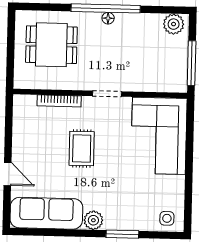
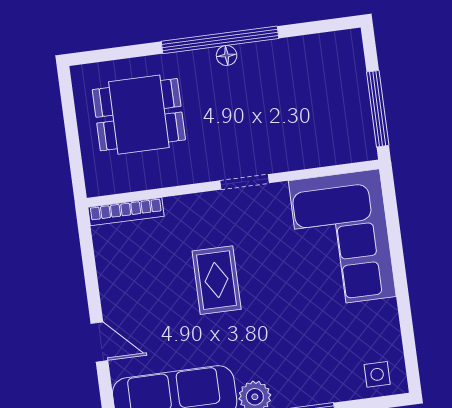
plant: (174, 24) -> (337, 48), removed
bookcase: (59, 101) -> (126, 212), moved

